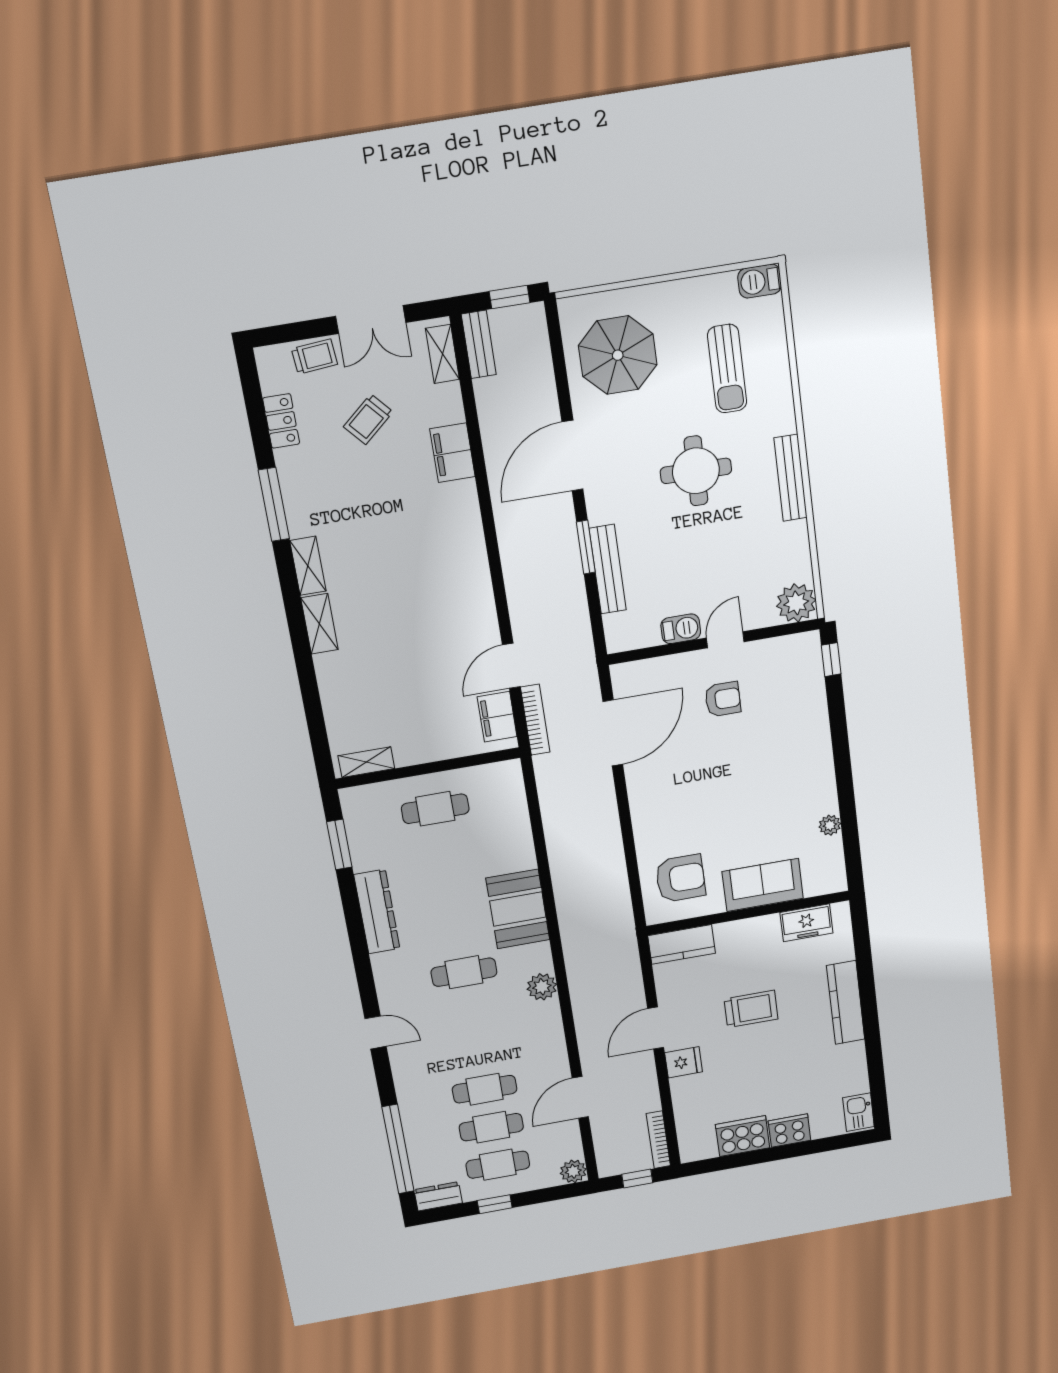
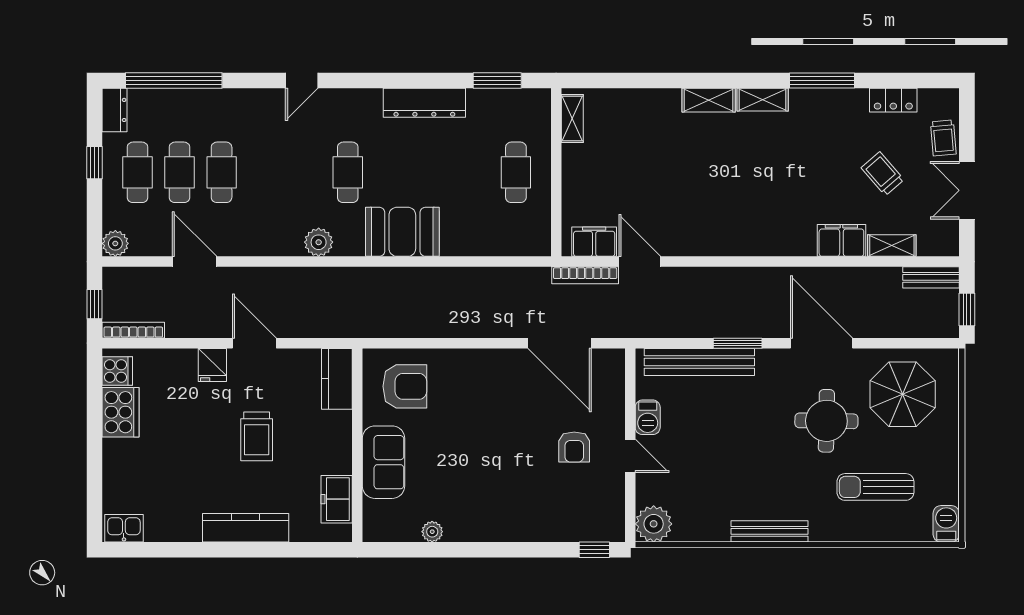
shelving: (442, 354) -> (892, 246), moved
round table: (696, 471) -> (826, 421), moved
bench: (608, 569) -> (699, 362), width x1.37, depth x1.21
armchair: (680, 878) -> (405, 386), turned -90
cooker: (789, 1131) -> (117, 371), moved, width x0.73

